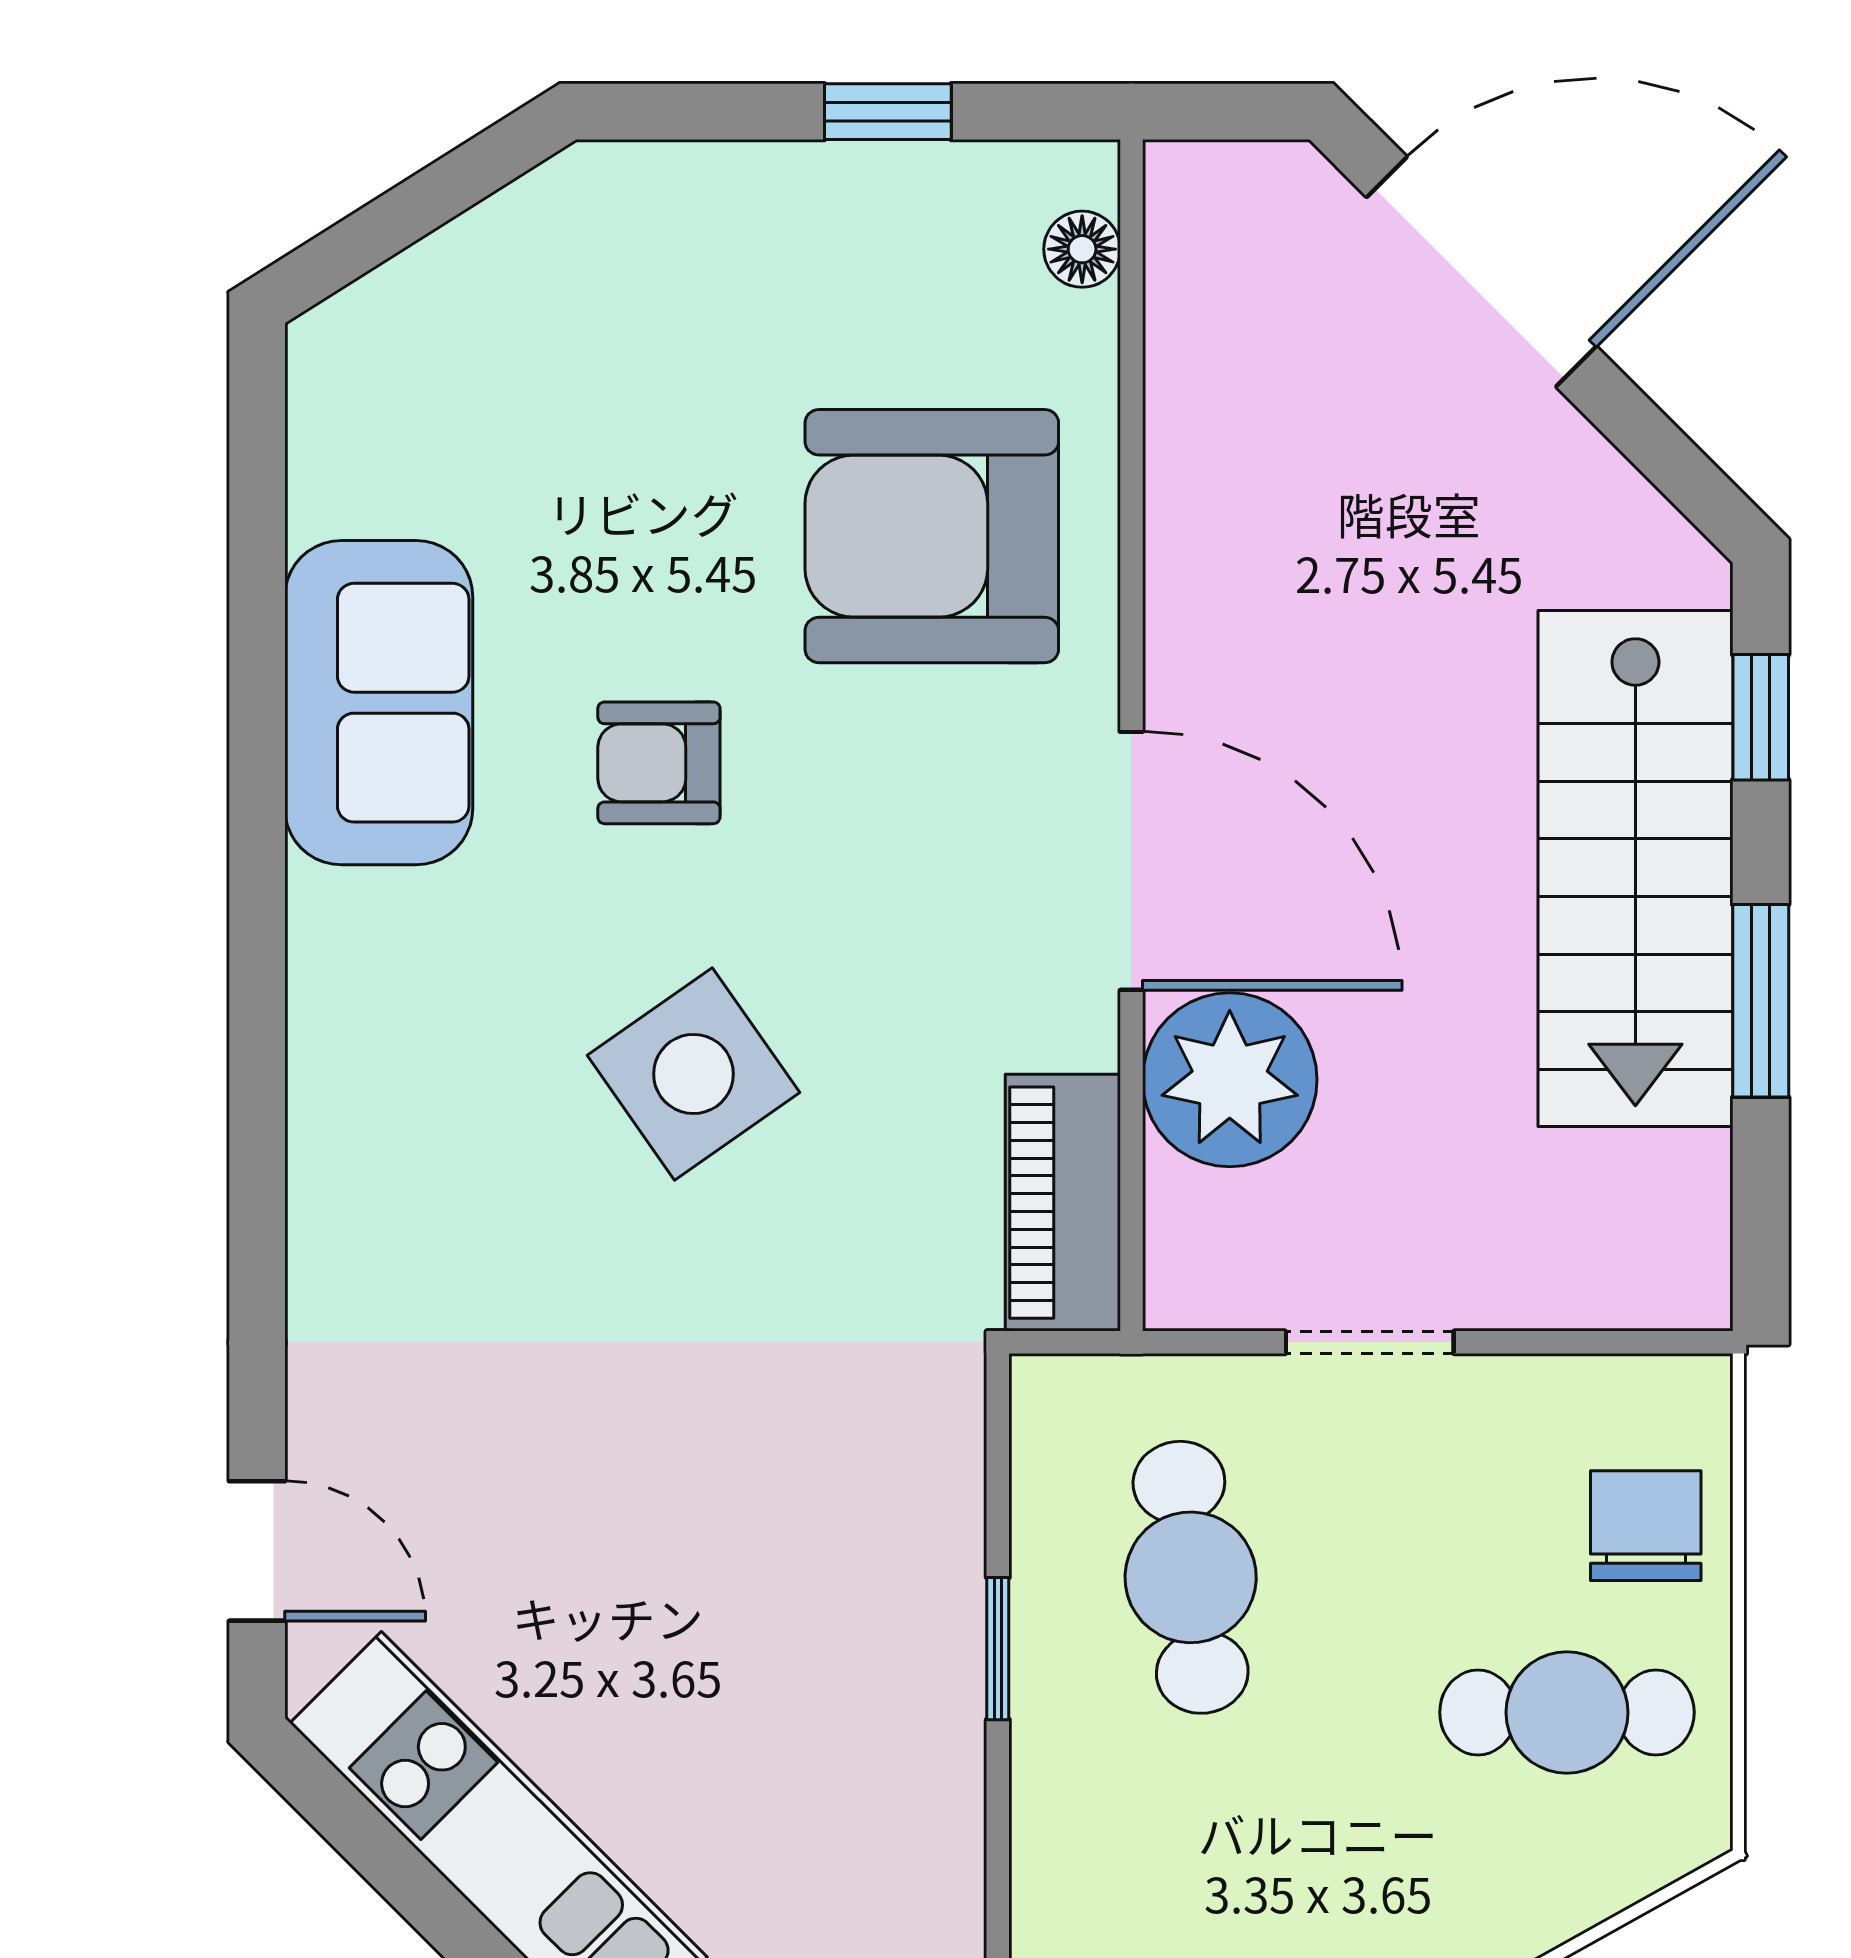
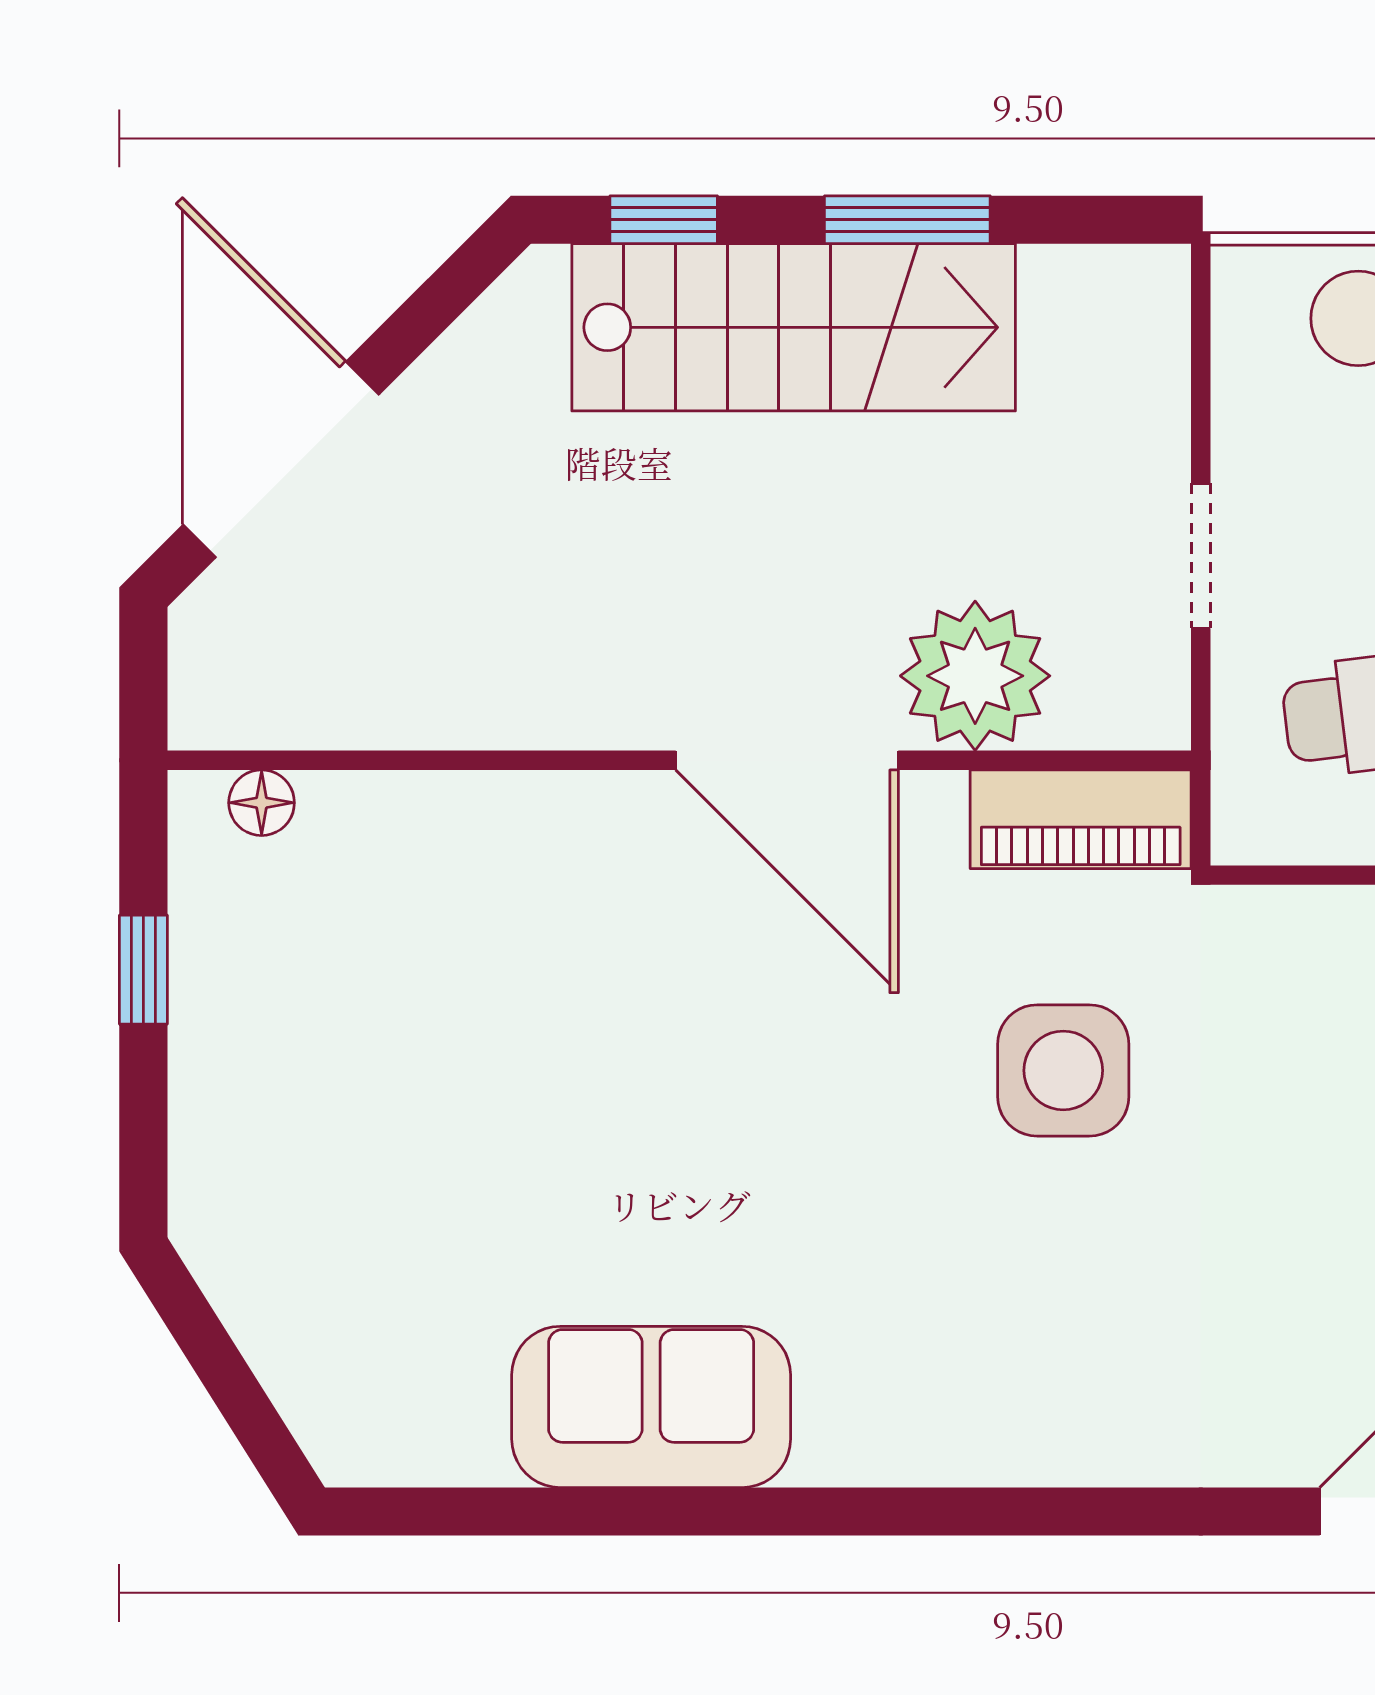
armchair: (932, 536) -> (508, 932), removed
armchair: (659, 763) -> (703, 1166), removed
door: (1131, 861) -> (787, 760), swing flipped
side table: (693, 1074) -> (1063, 1070), moved, turned 35

